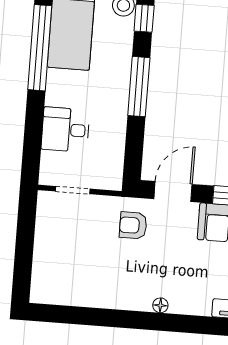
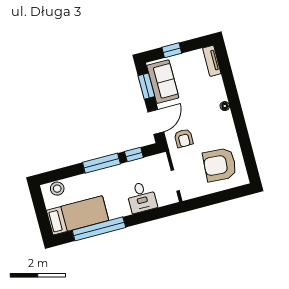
window: (144, 18) -> (134, 155), moved
door: (173, 192) -> (156, 122), swing flipped
armchair: (73, 266) -> (220, 165), added

